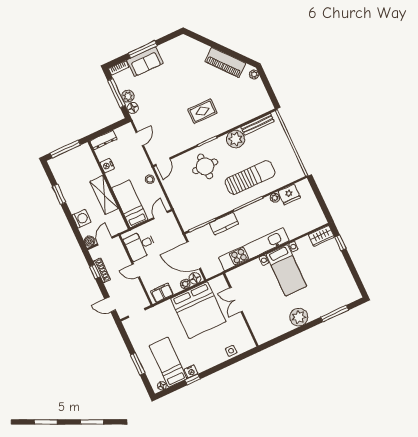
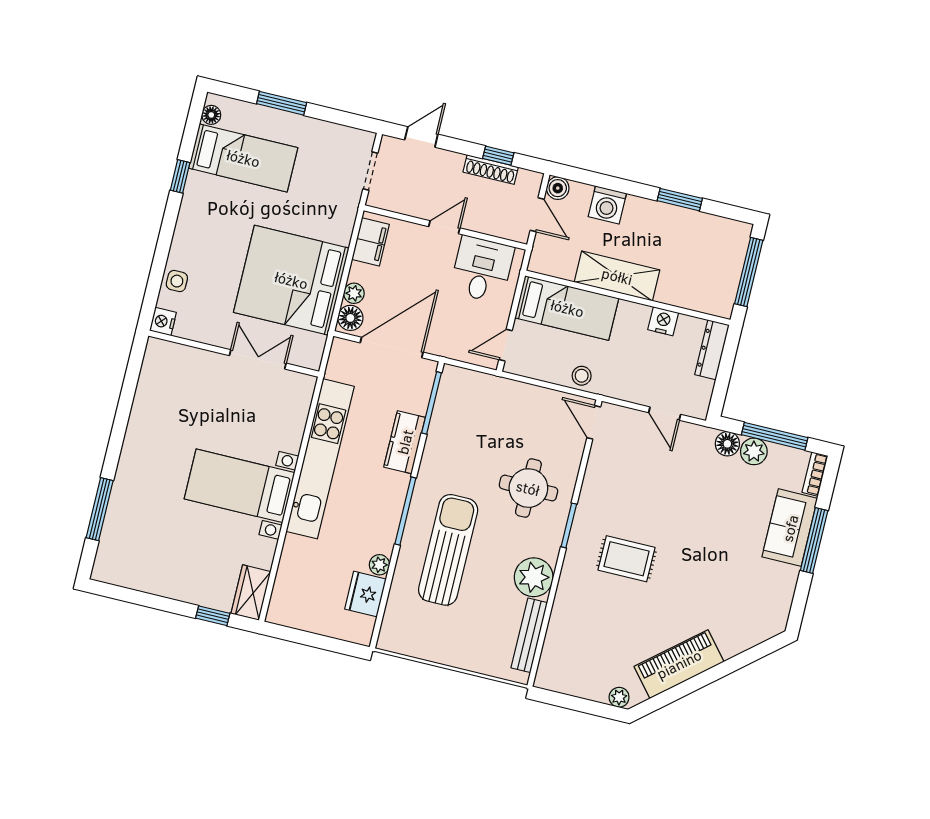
rug: (202, 111) -> (627, 559), turned 90
sun lounger: (250, 177) -> (448, 550), turned 180
door: (161, 215) -> (506, 345), swing flipped
plant: (299, 317) -> (142, 443), removed
nightstand: (191, 371) -> (163, 321), moved

